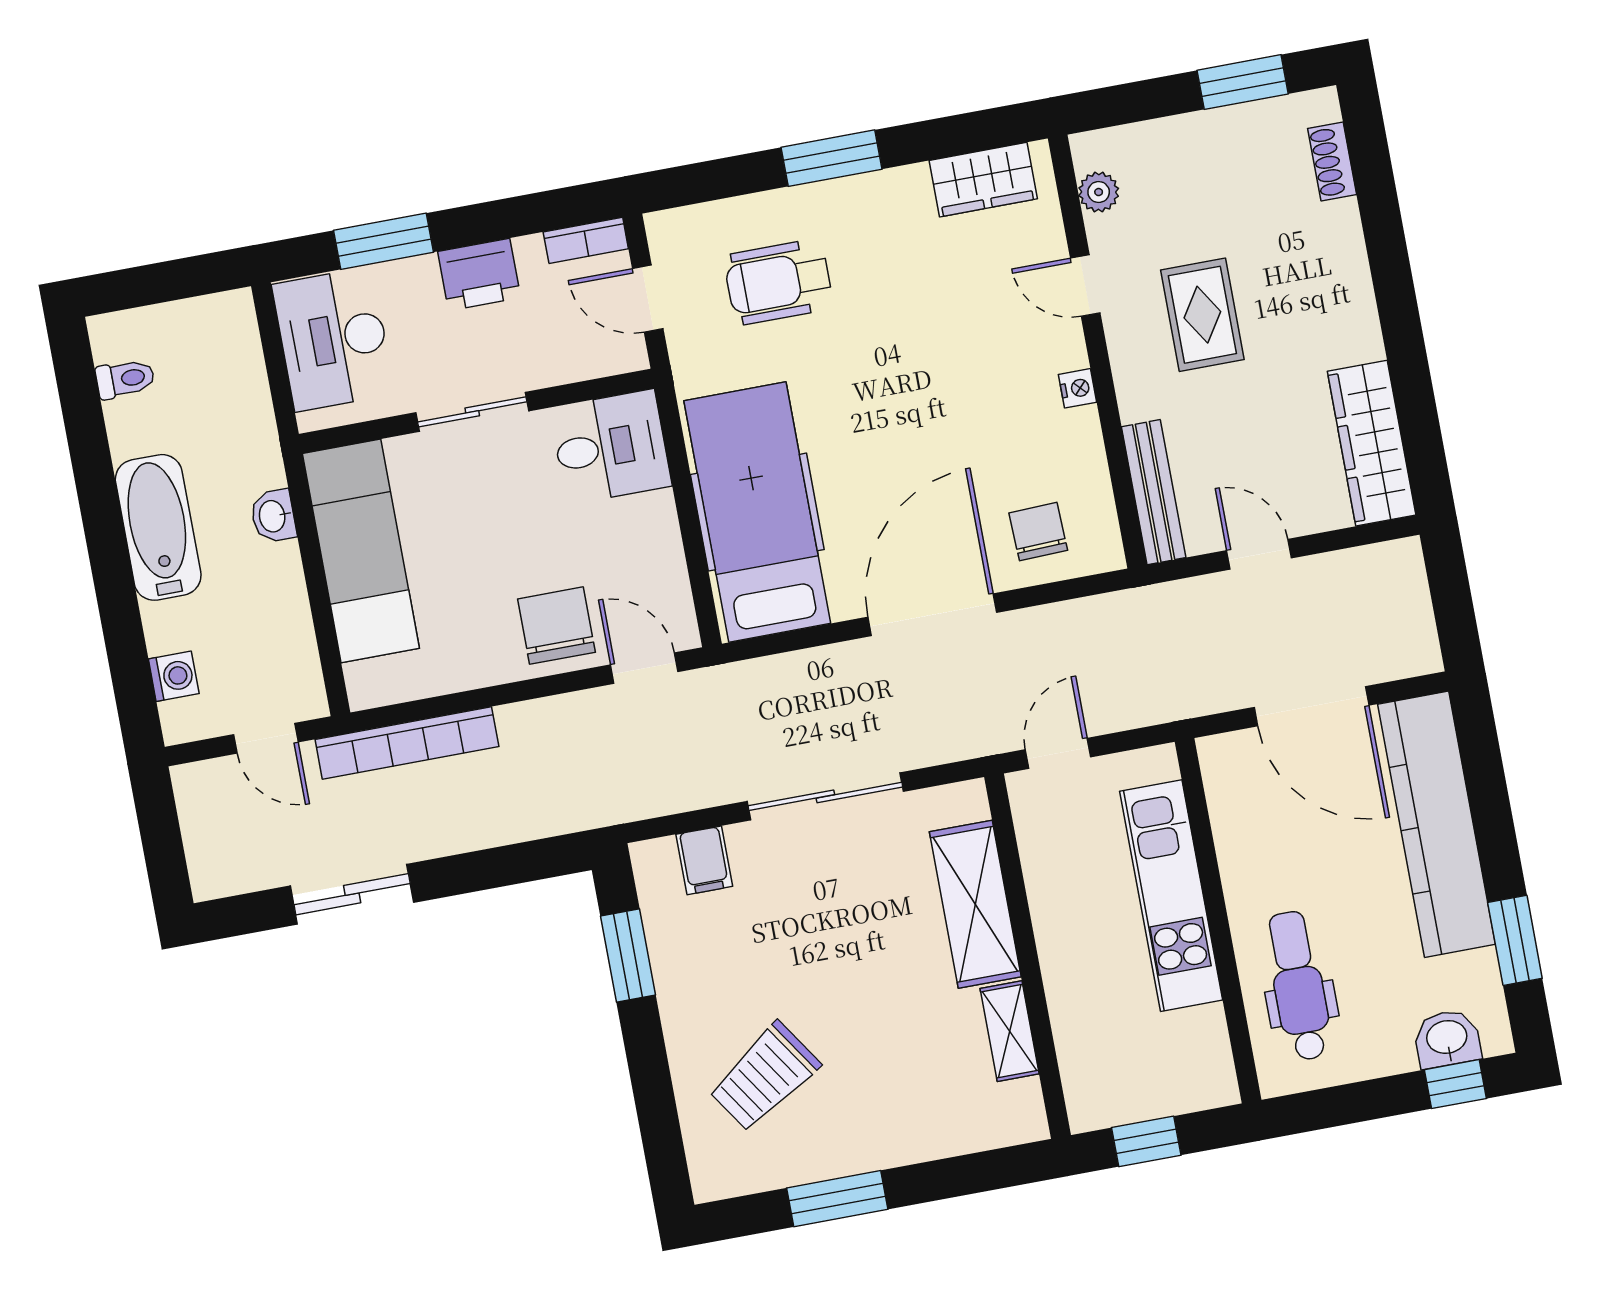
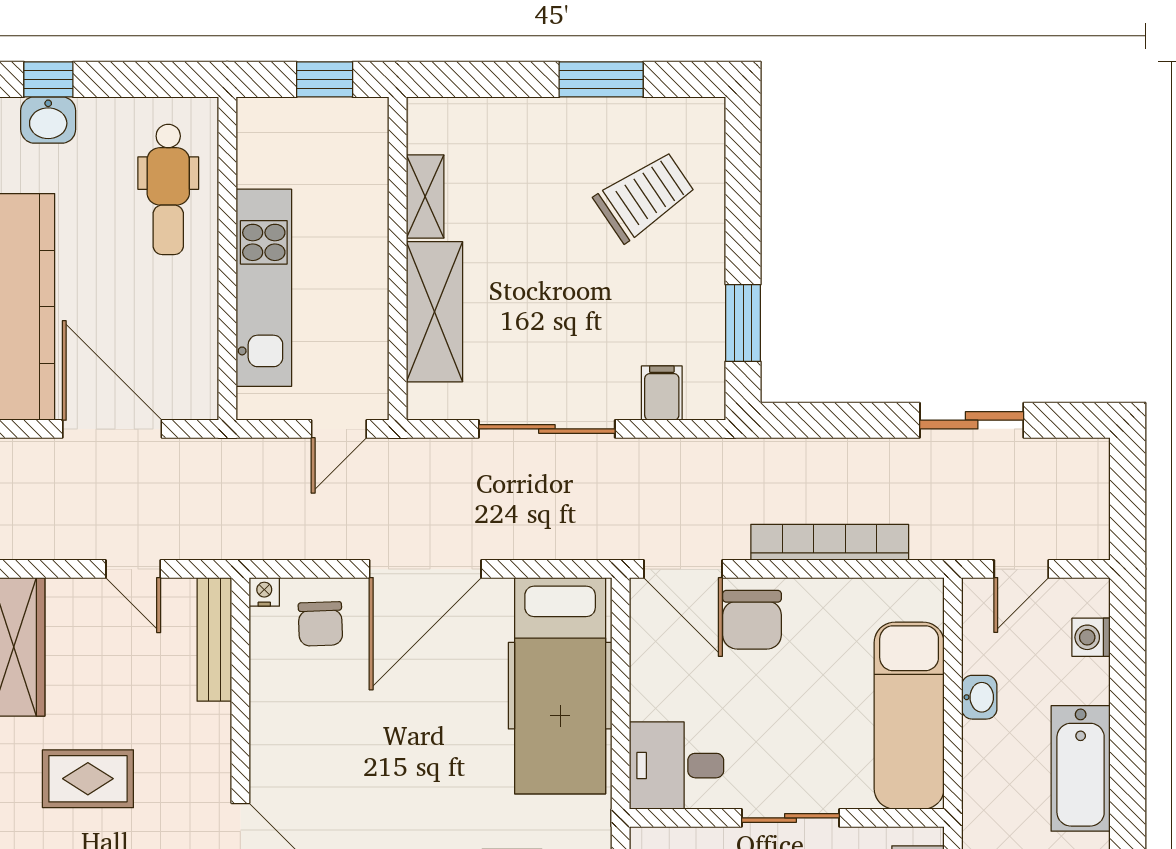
rug: (1202, 315) -> (88, 779), moved, turned 90
nightstand: (1078, 388) -> (264, 592), moved, turned 90
washbasin: (273, 516) -> (979, 697), moved
door: (644, 668) -> (683, 569), width x1.38
door: (266, 738) -> (1021, 569), swing flipped
bookcase: (407, 743) -> (830, 542), moved

